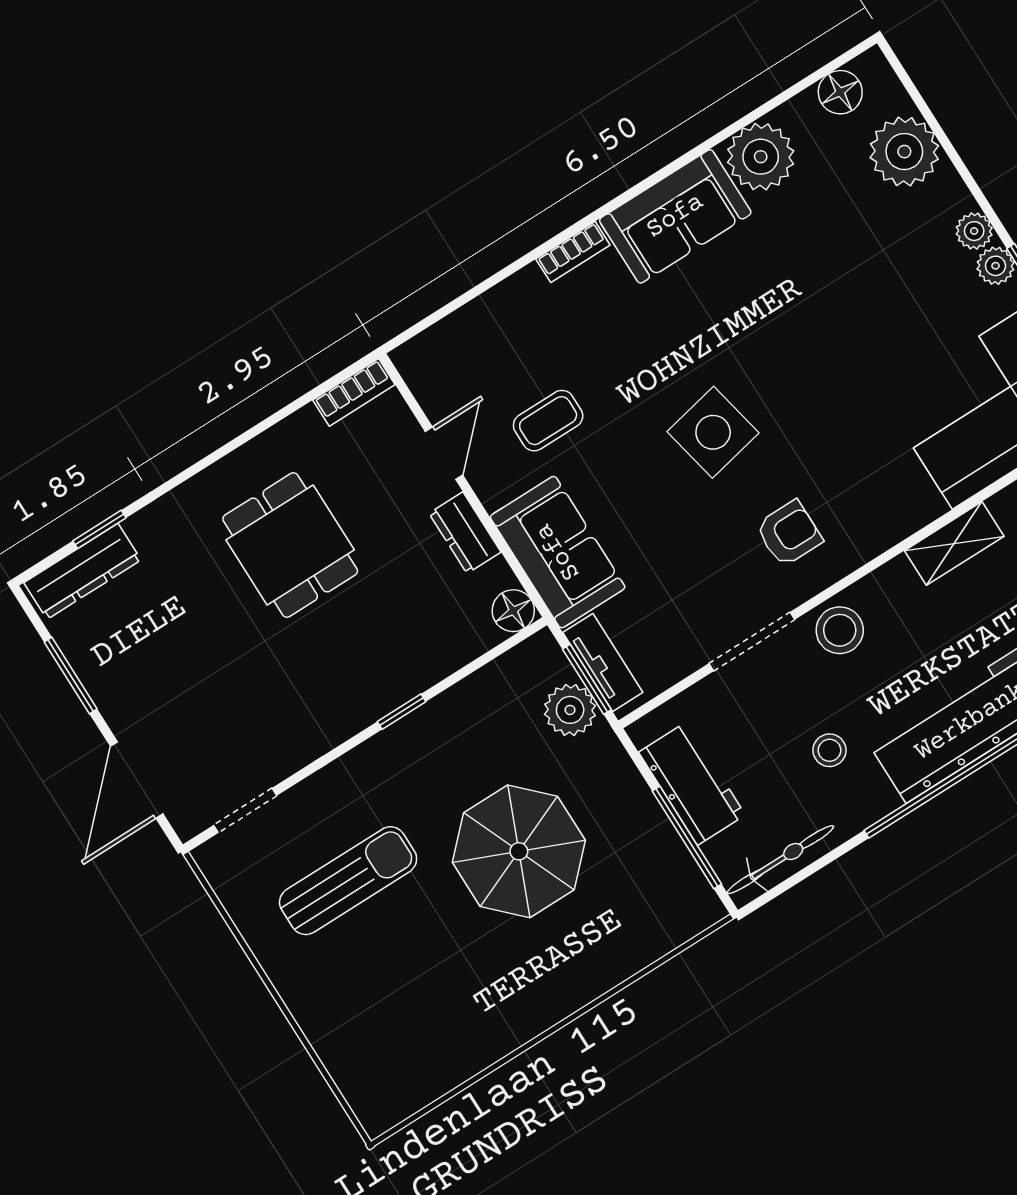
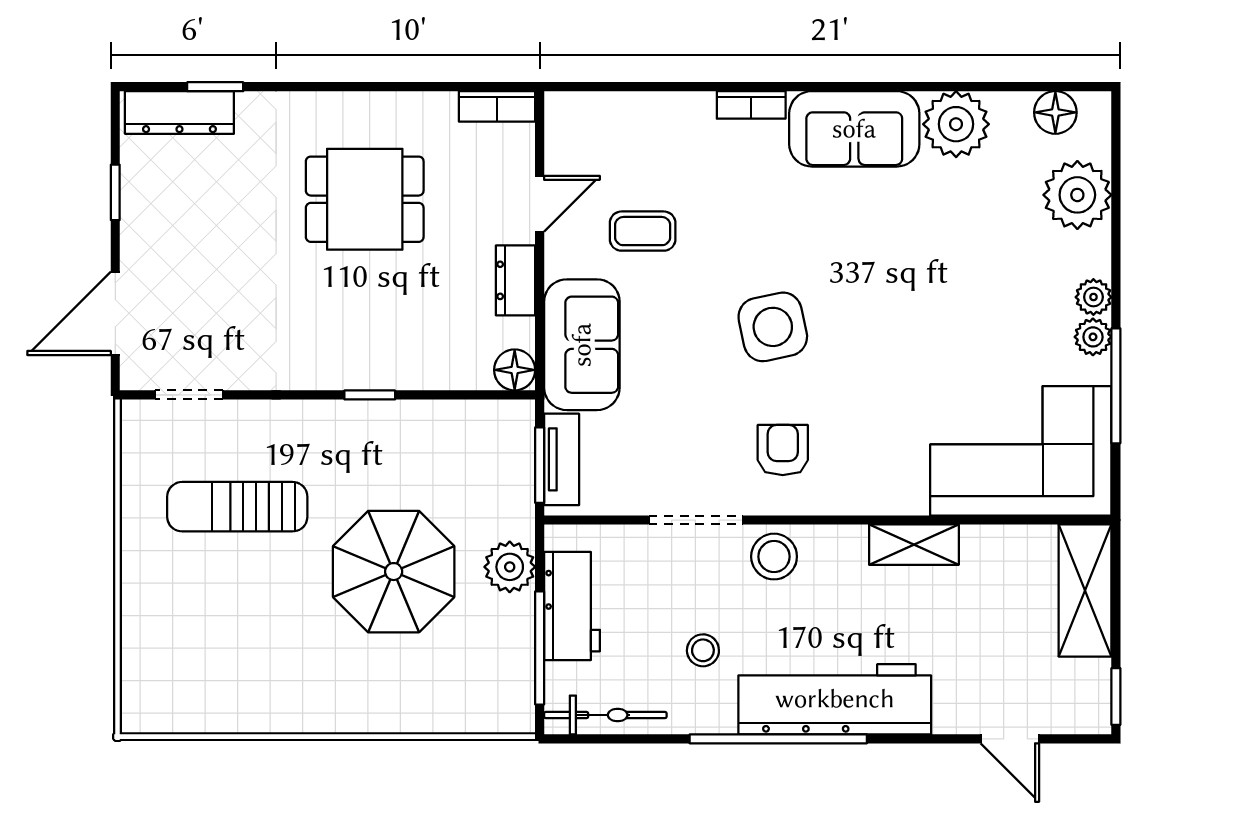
armchair: (789, 533) -> (783, 450), turned -90
dining table: (290, 545) -> (365, 199), turned 90
window: (71, 676) -> (115, 192), width x0.67
plant: (570, 710) -> (510, 567), moved
sun lounger: (348, 881) -> (237, 507), turned 180

